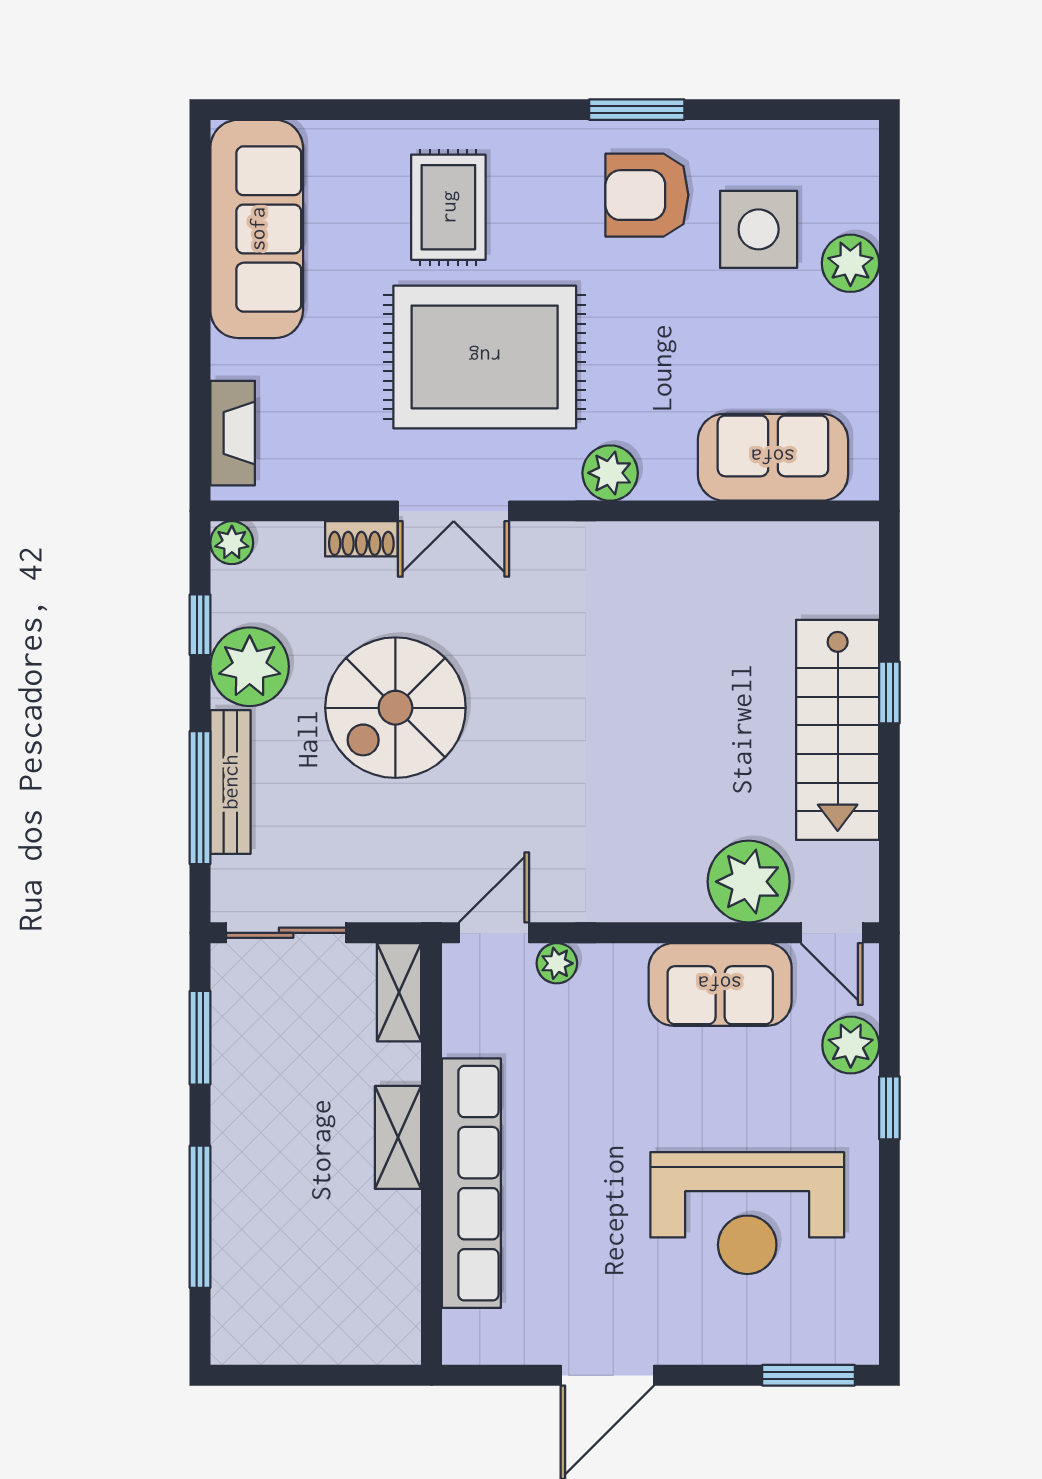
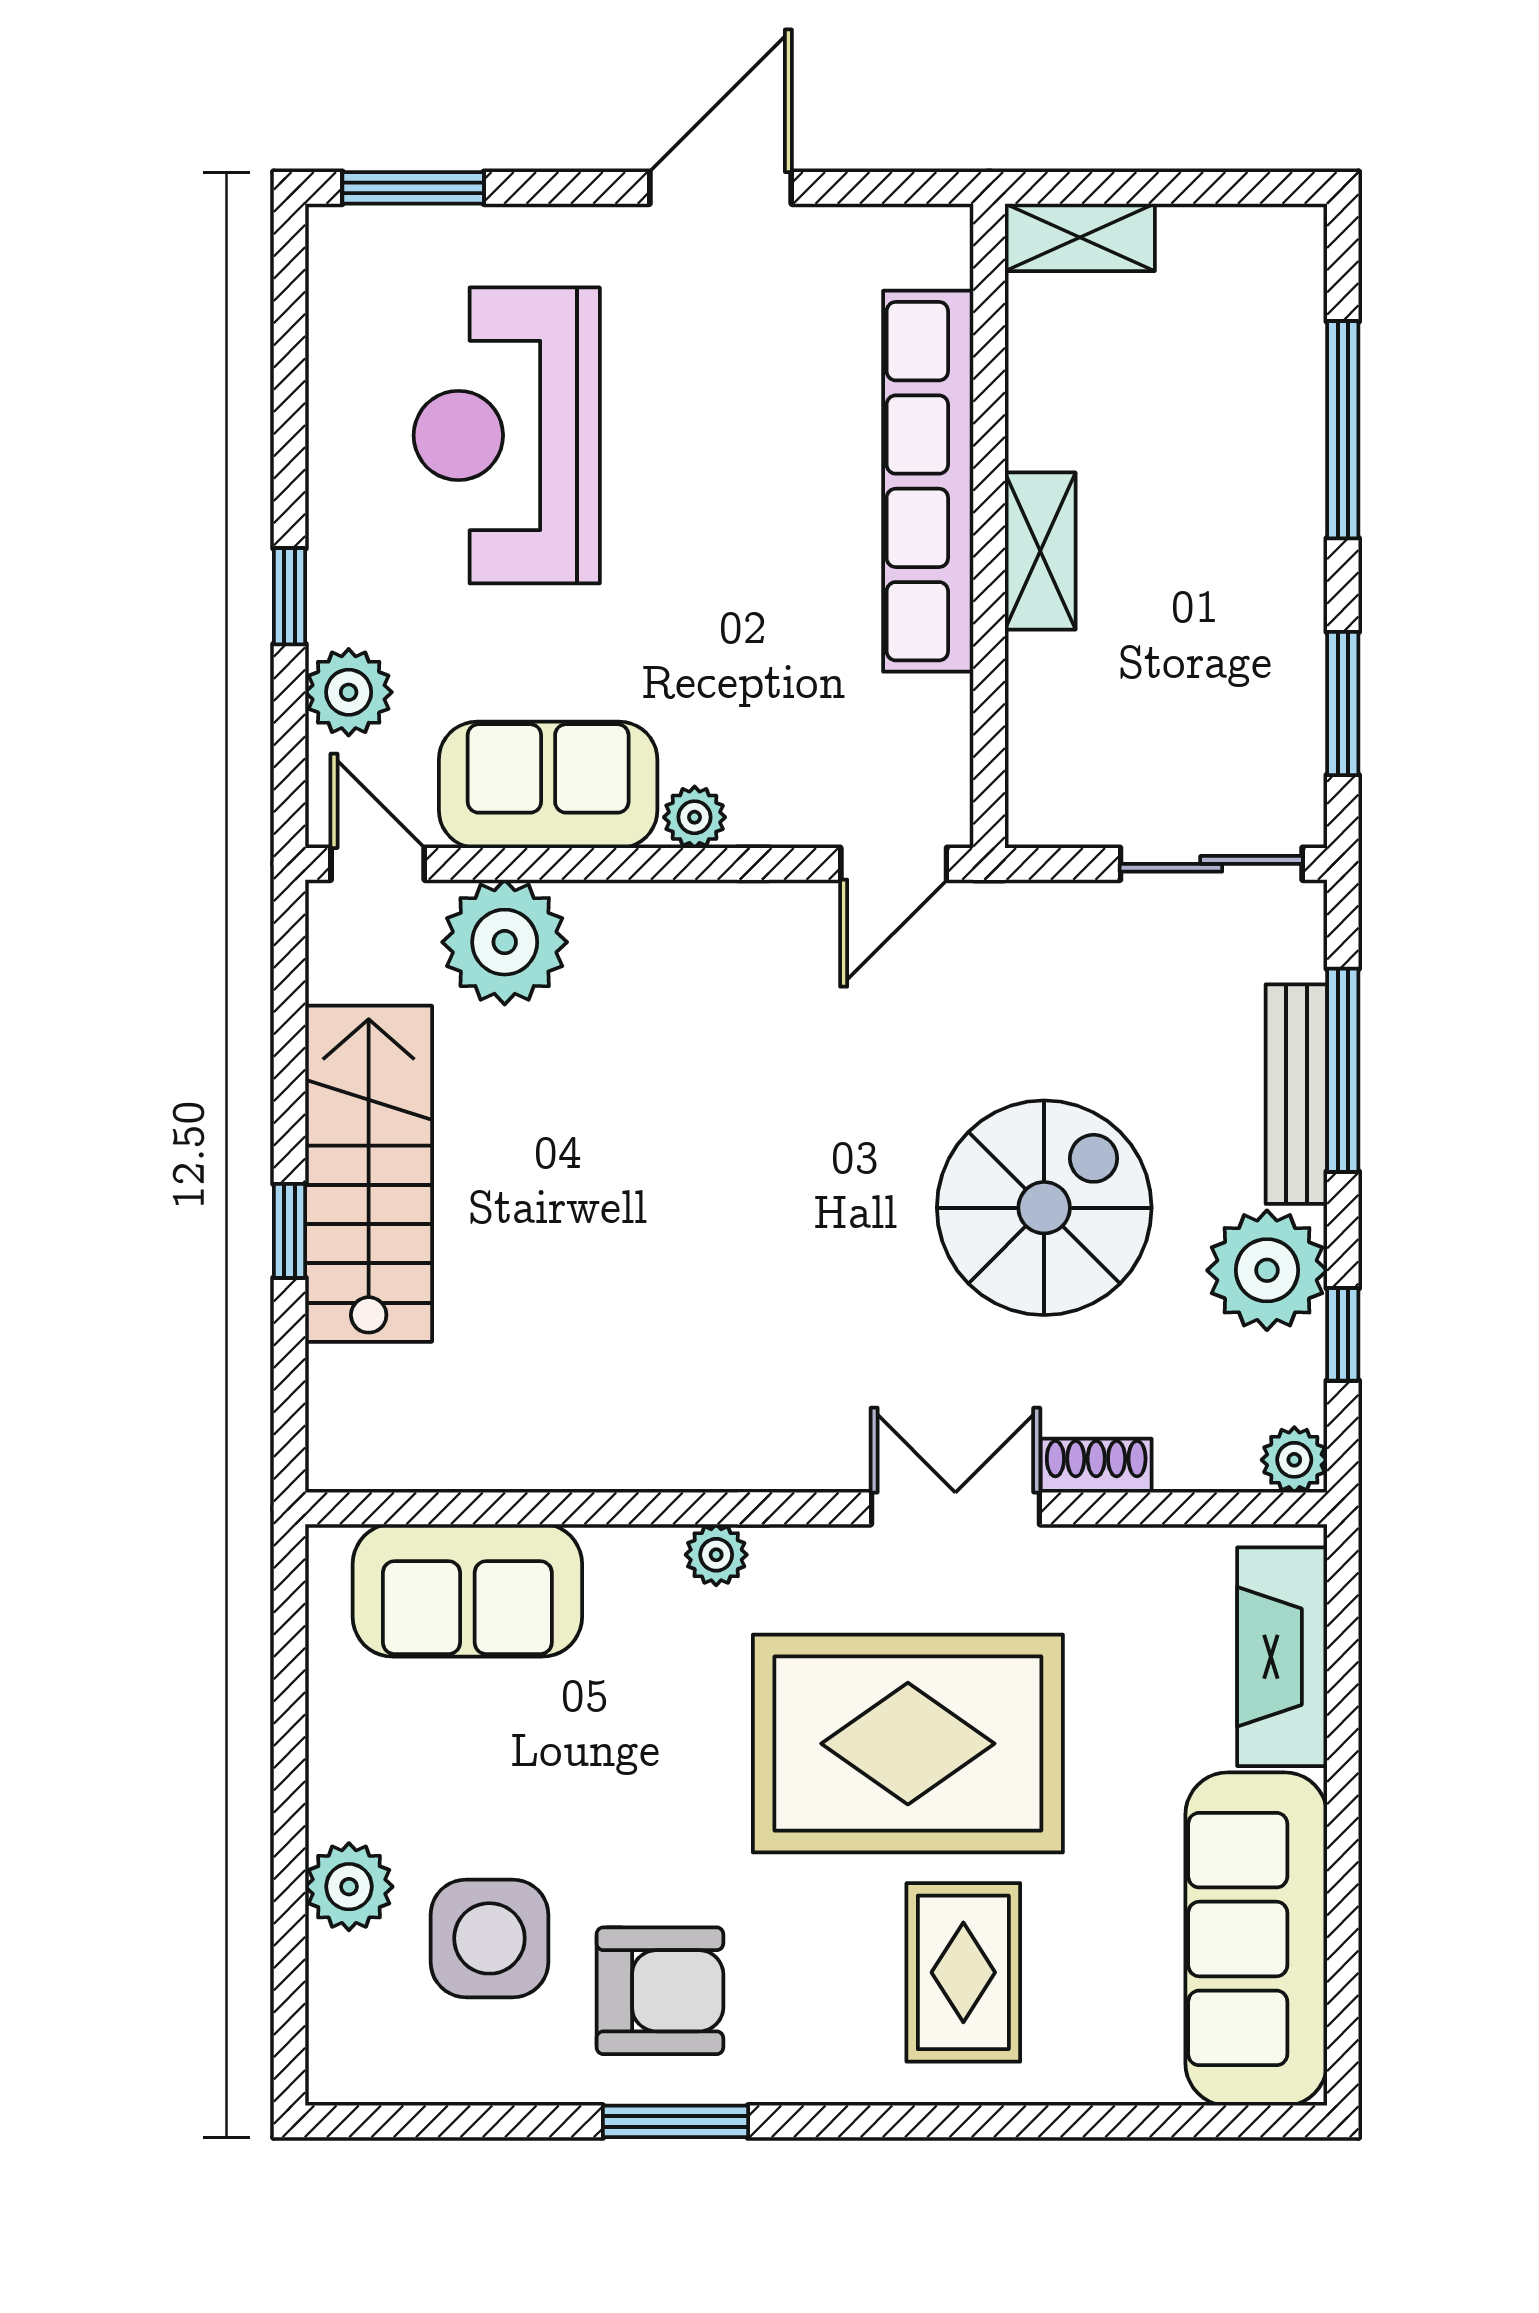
fireplace: (233, 433) -> (1282, 1657), width x1.37, depth x1.32
plant: (610, 473) -> (716, 1555), width x0.73, depth x0.73
plant: (557, 963) -> (695, 817), moved
shelving: (399, 992) -> (1080, 237), moved, turned 90
reception desk: (747, 1213) -> (507, 435), turned -90

